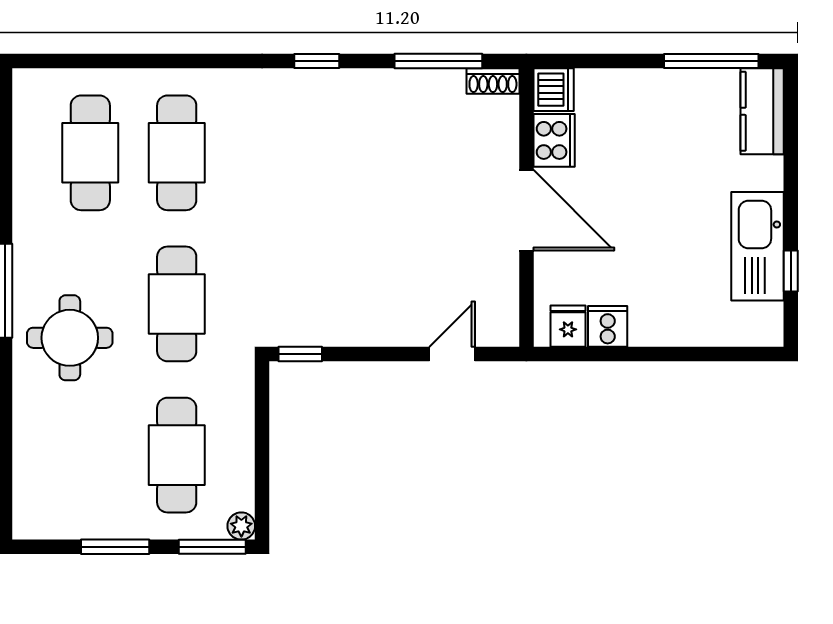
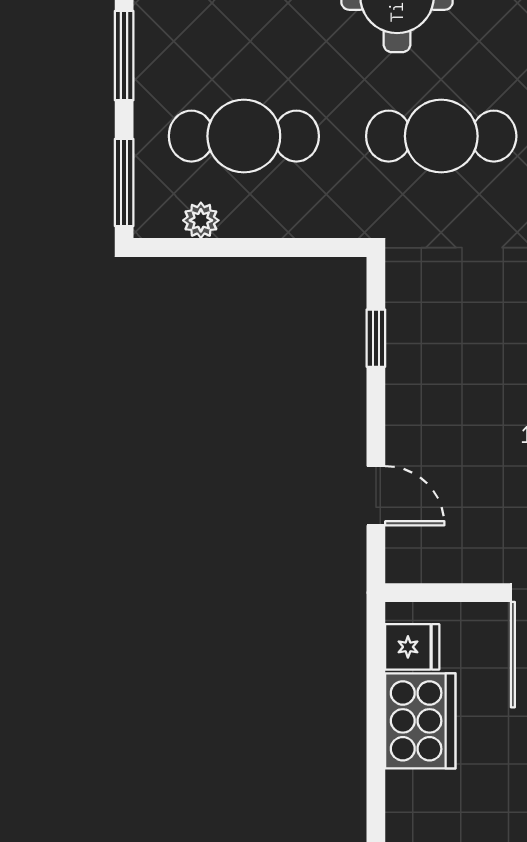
cooker: (608, 326) -> (420, 721), width x1.87, depth x1.31
window: (300, 354) -> (376, 338), moved
plant: (241, 526) -> (201, 220), moved

